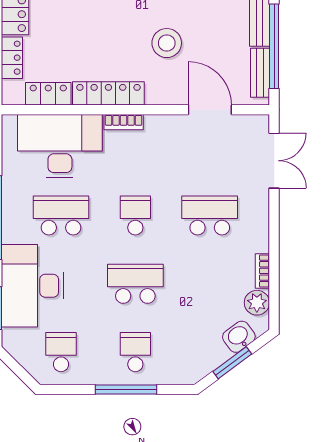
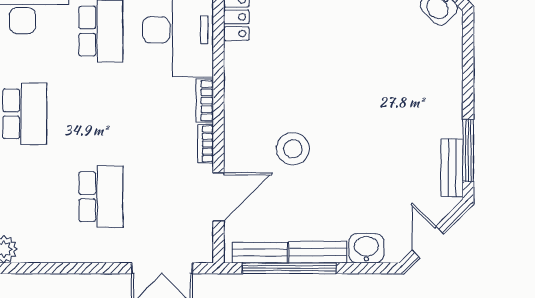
locker: (108, 93) -> (237, 84), removed
school desk: (135, 215) -> (101, 114), removed
bookcase: (262, 271) -> (206, 144), moved, turned -90

